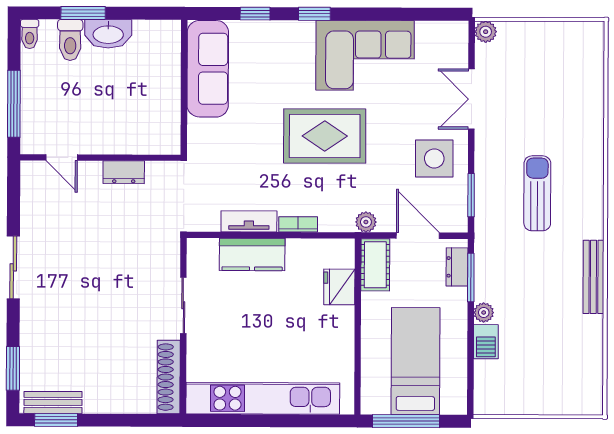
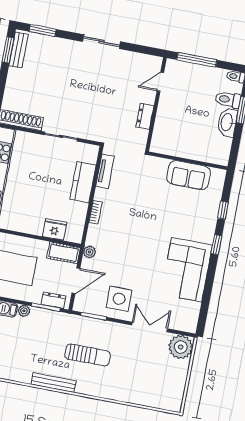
plant: (486, 32) -> (181, 347), width x1.87, depth x1.87
sofa: (208, 69) -> (189, 175), width x0.73
rug: (325, 136) -> (144, 237), removed
tv unit: (249, 221) -> (105, 171), moved
bench: (593, 277) -> (54, 383), moved

